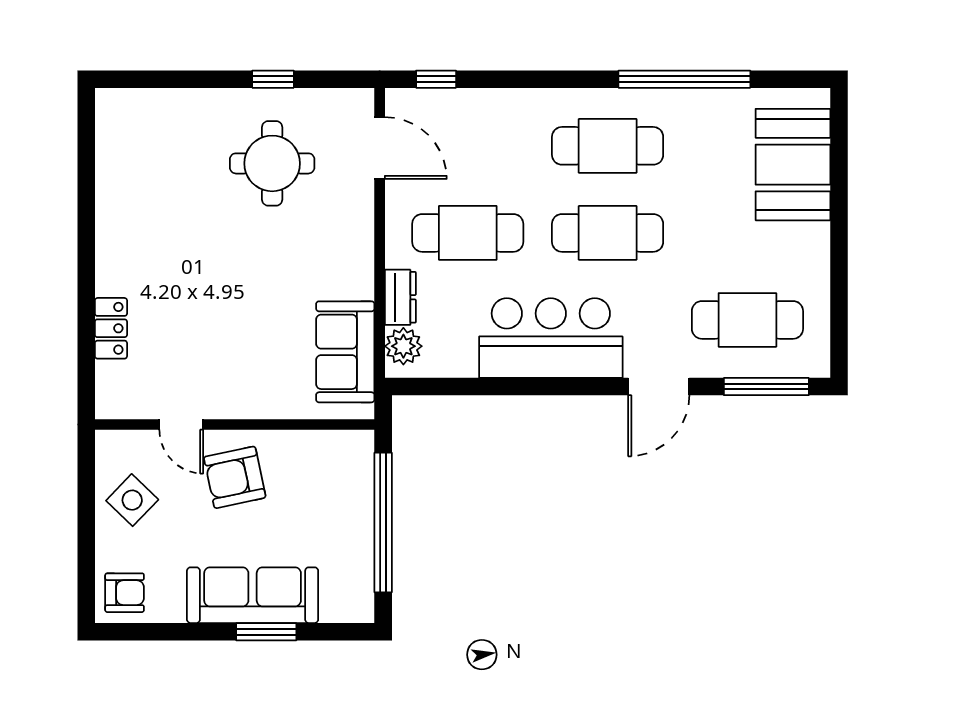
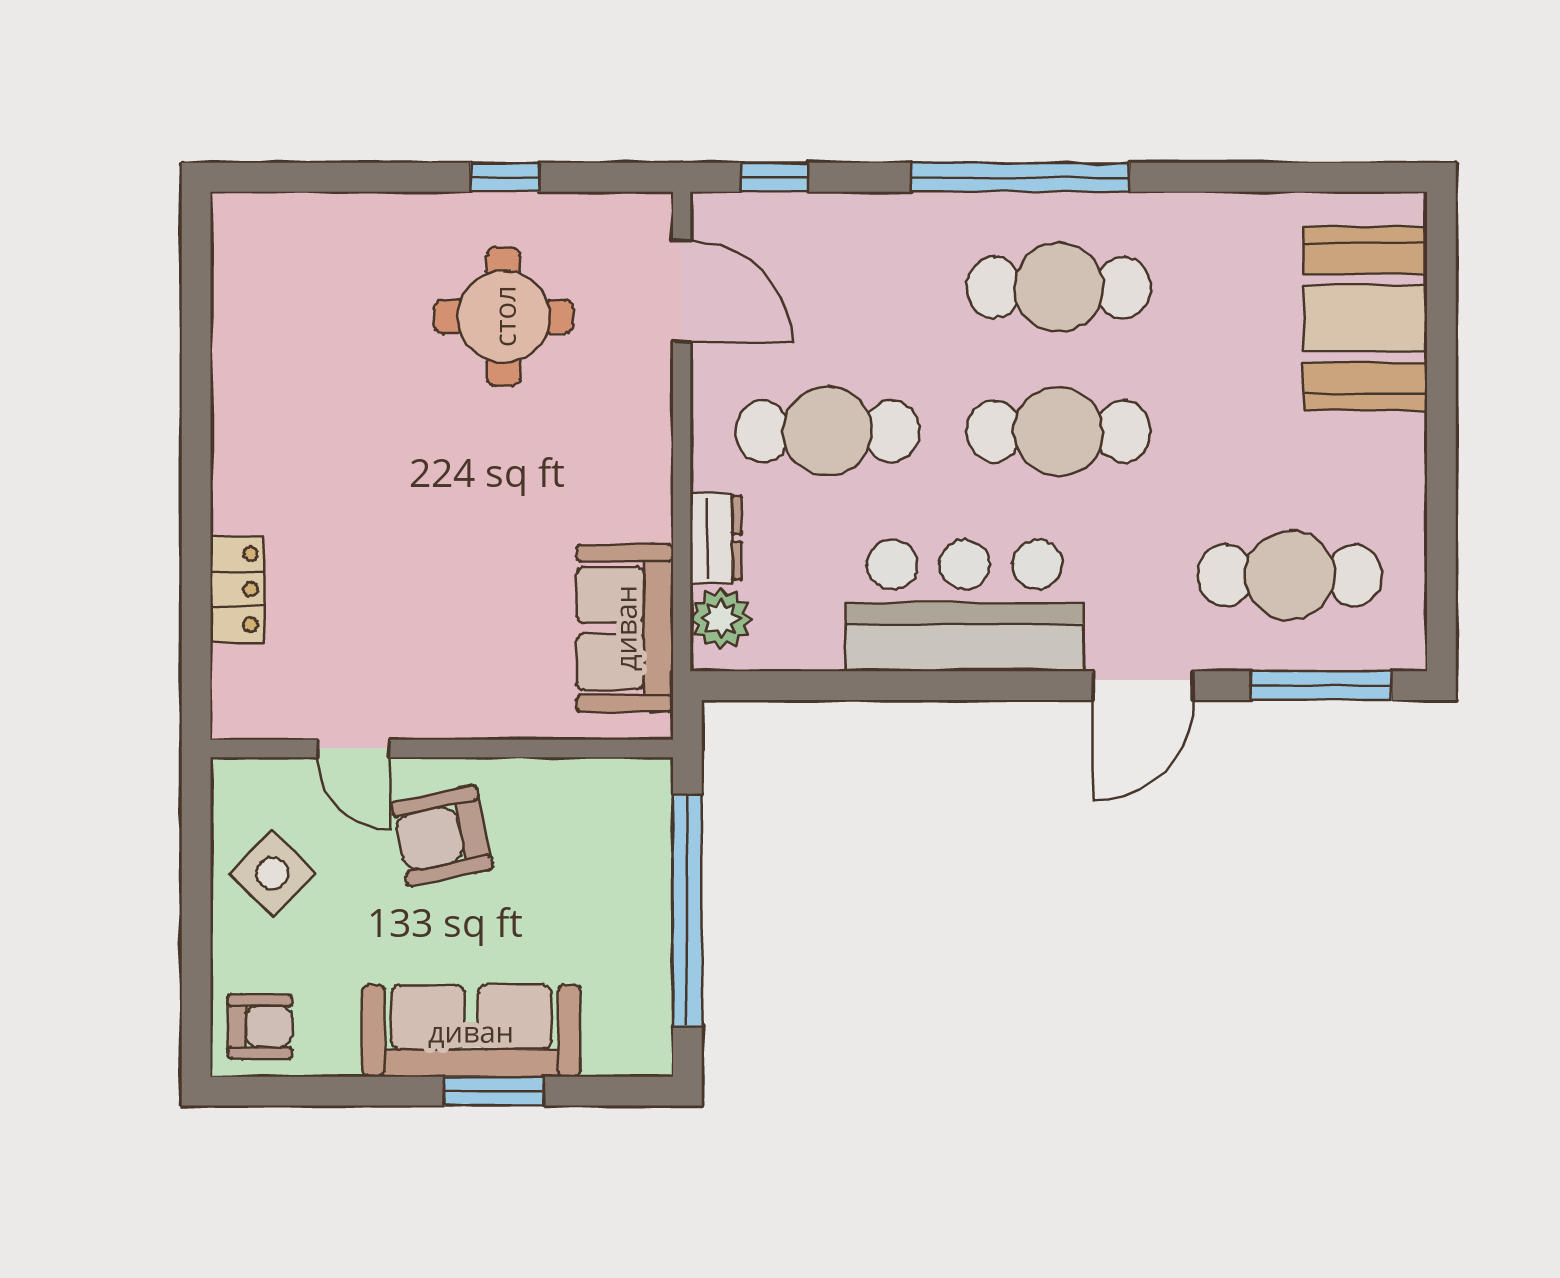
window: (684, 79) -> (1020, 177), moved

